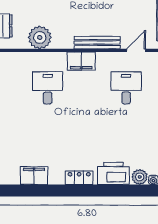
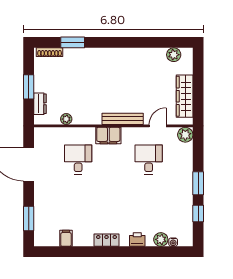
plant: (40, 37) -> (66, 119), width x0.53, depth x0.53
printer: (113, 173) -> (137, 240), width x0.53, depth x0.68
filing cabinet: (34, 176) -> (66, 238), width x0.50

